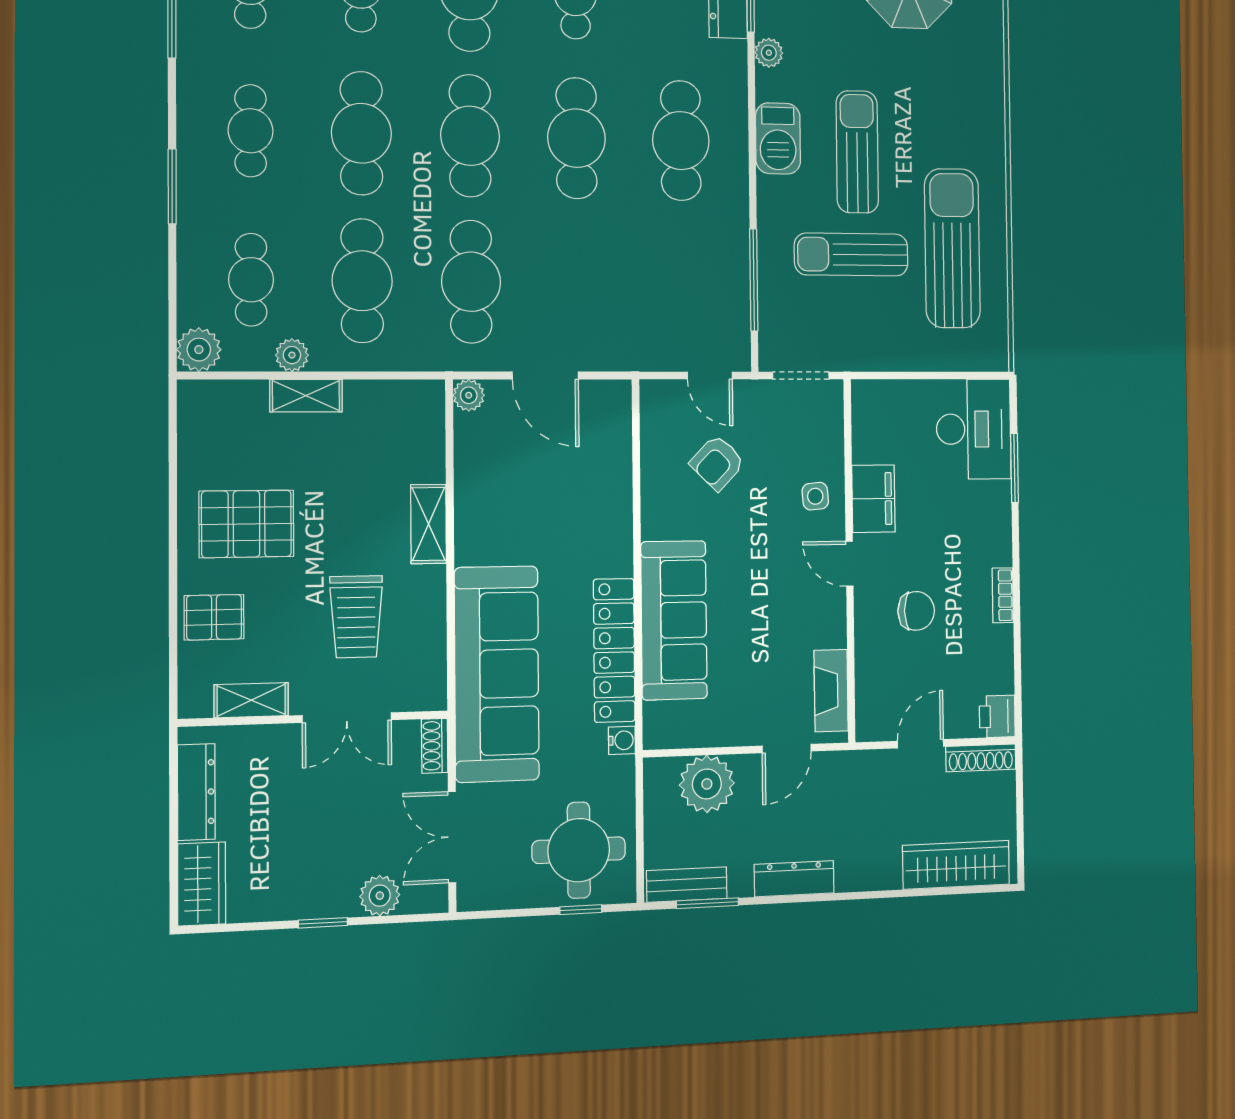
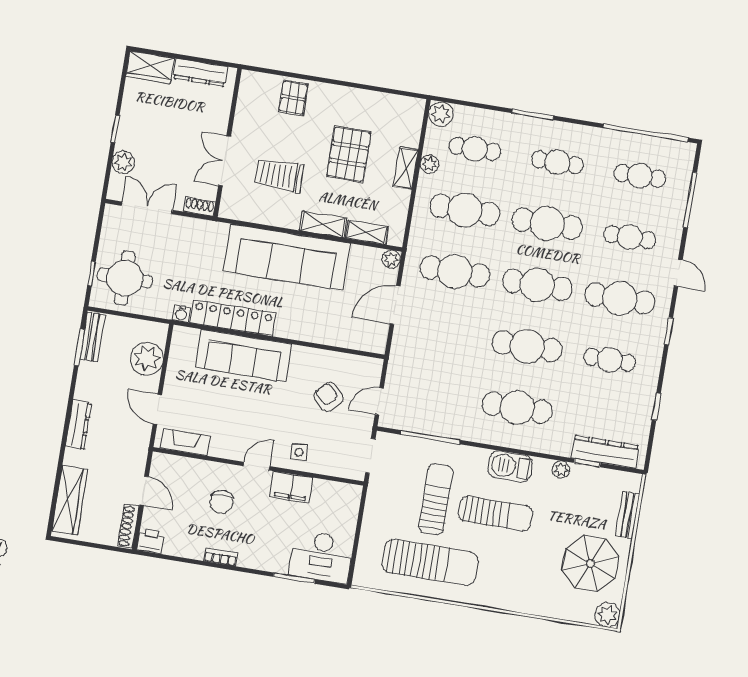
pallet: (246, 524) -> (349, 154), moved
sofa: (497, 674) -> (287, 257), moved
shelving: (251, 700) -> (367, 232), moved, turned 90
dresser: (794, 879) -> (78, 425), moved

